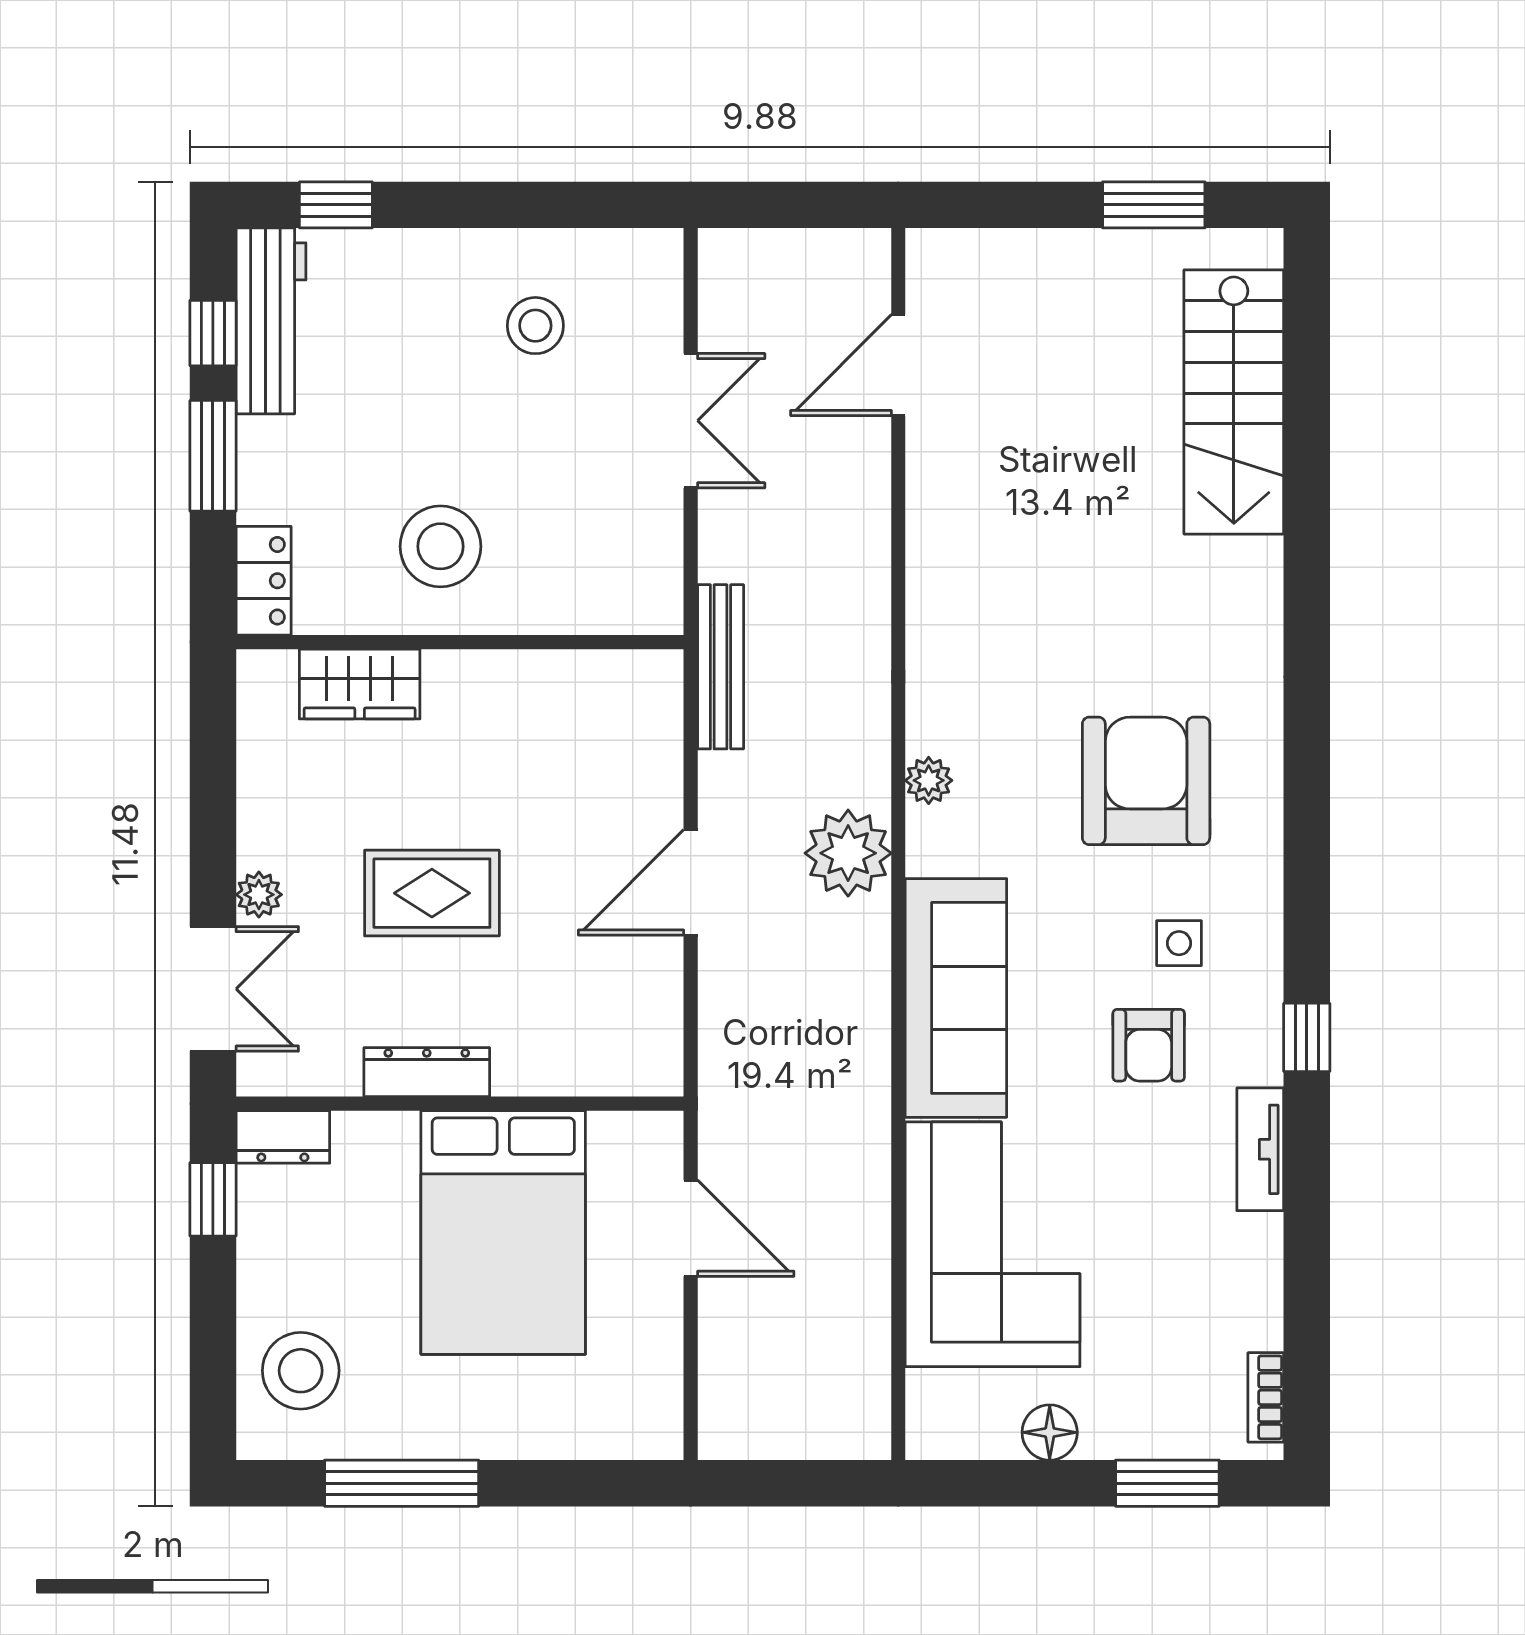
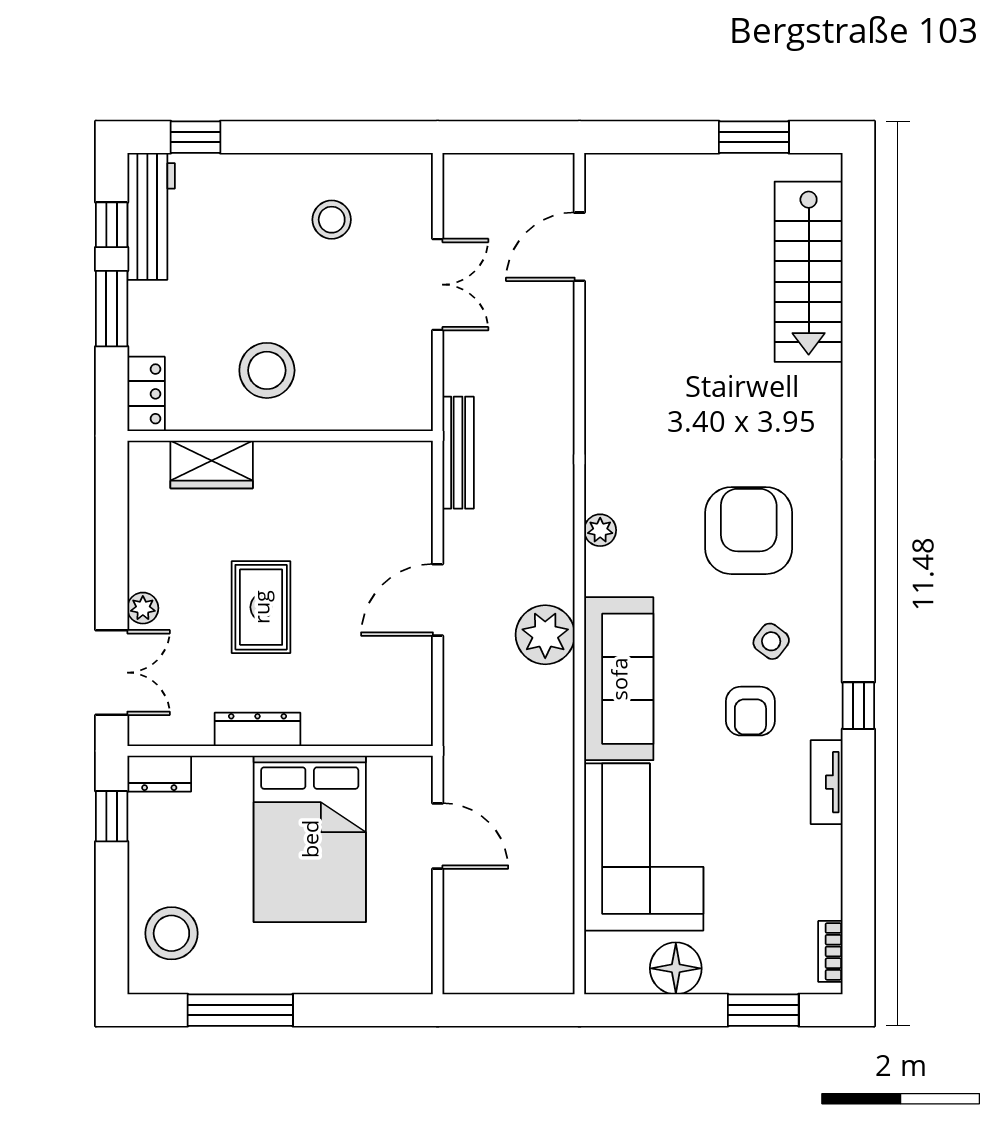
plant: (848, 853) -> (545, 635), moved
rug: (432, 893) -> (261, 607), turned 90
side table: (1179, 943) -> (771, 641), turned 37
floor lamp: (1050, 1432) -> (676, 968), width x1.38, depth x1.38

